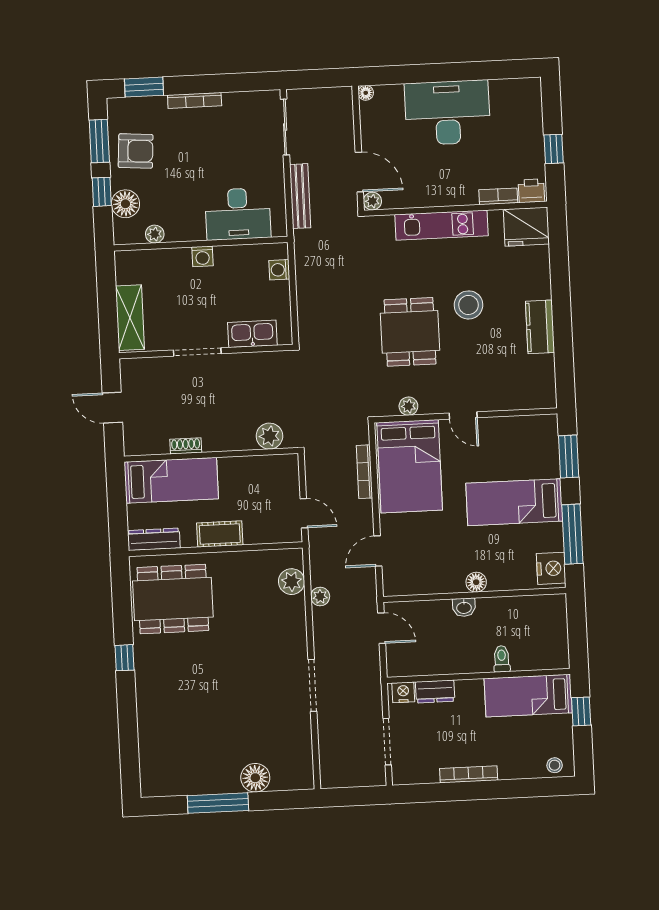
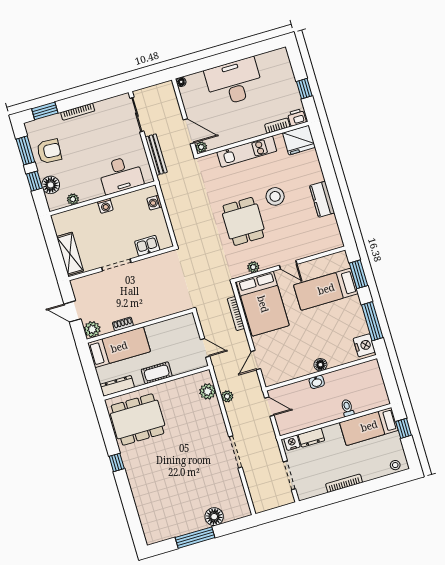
kitchen sink: (252, 334) -> (147, 246), width x0.73
plant: (269, 436) -> (92, 329), moved
bed: (514, 502) -> (326, 289), moved

